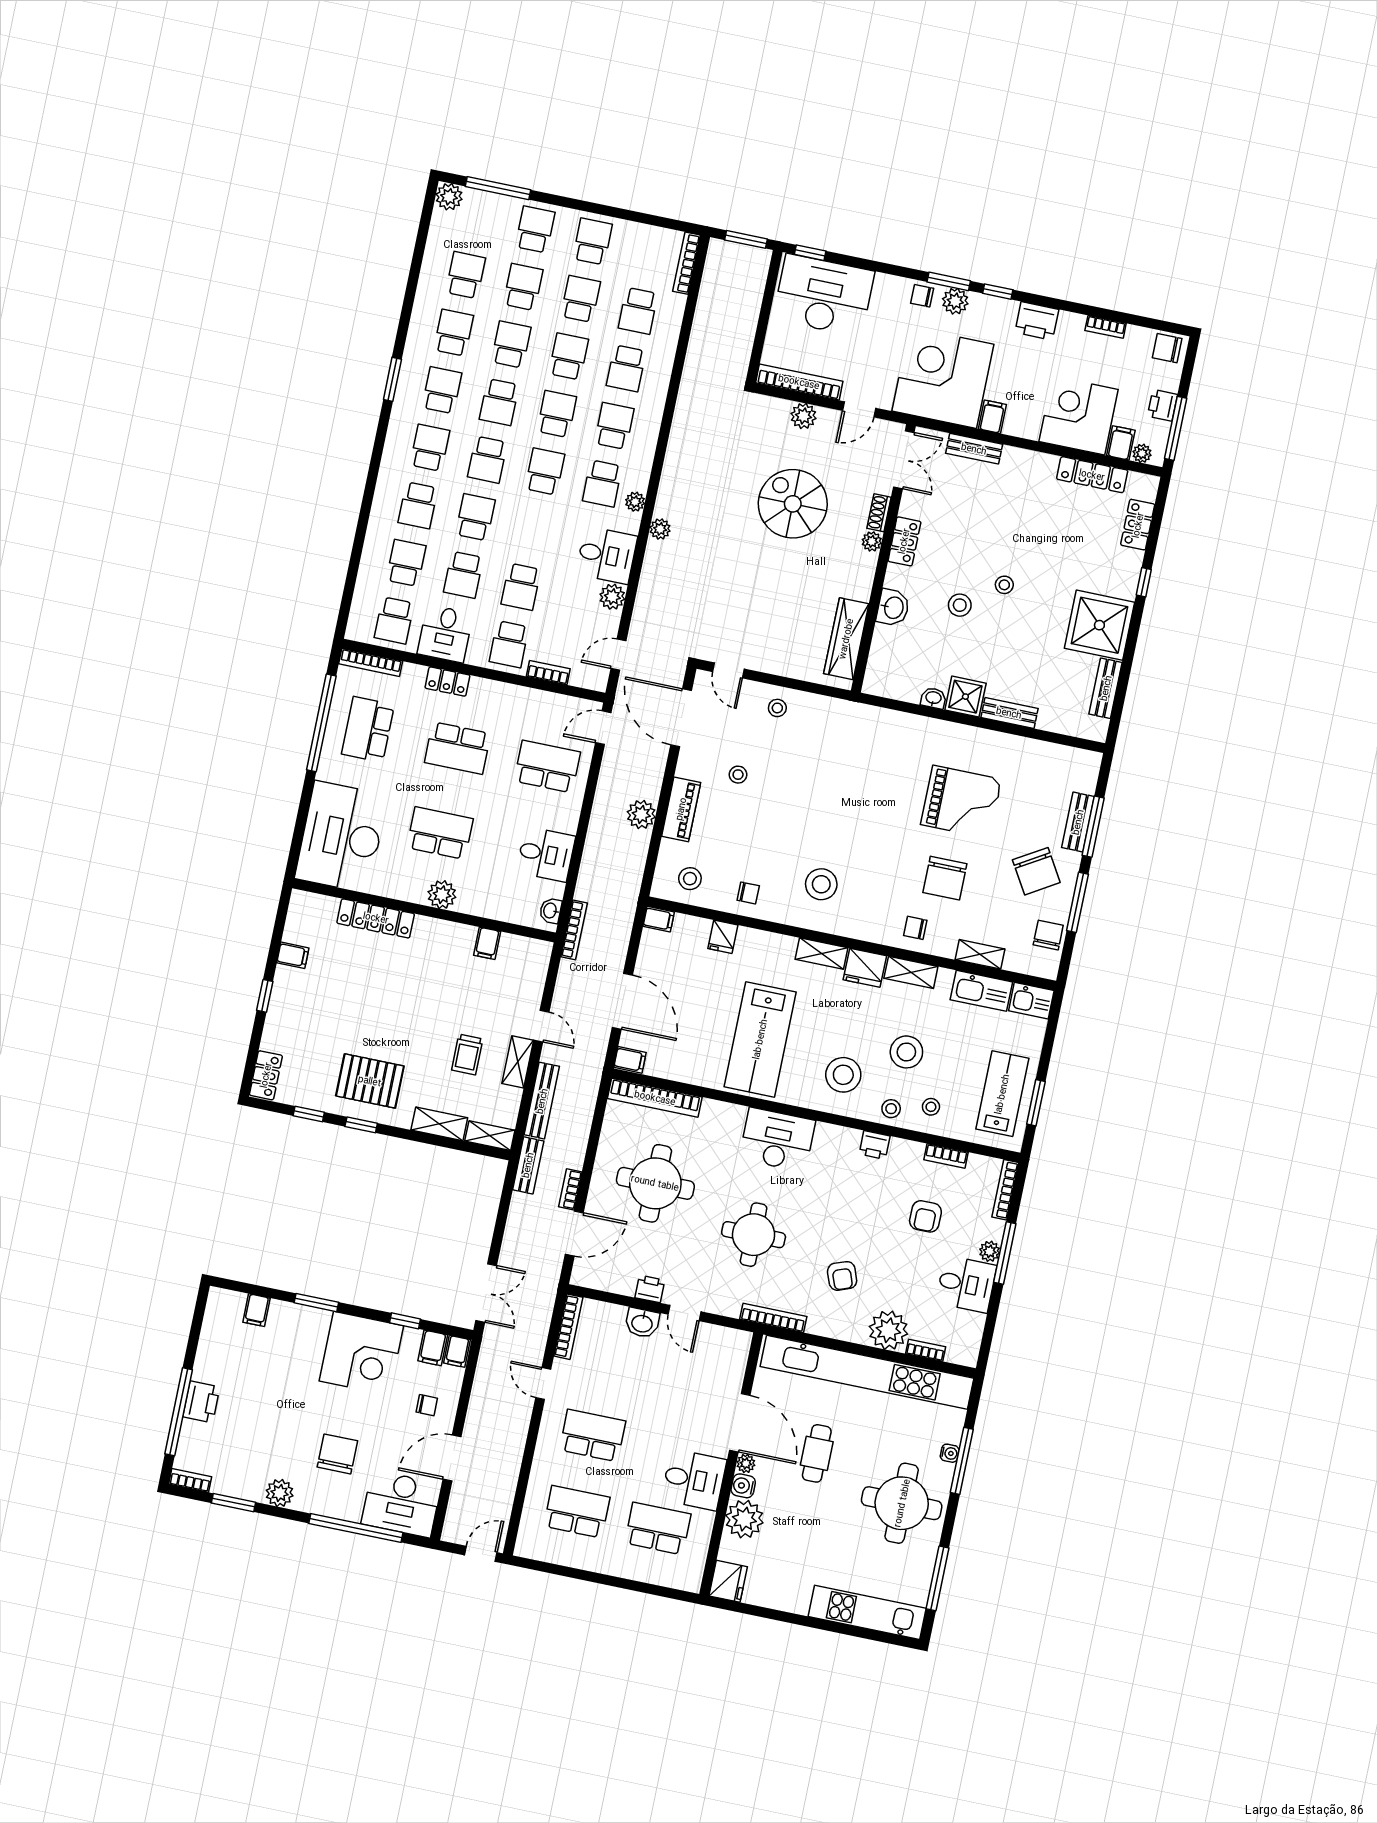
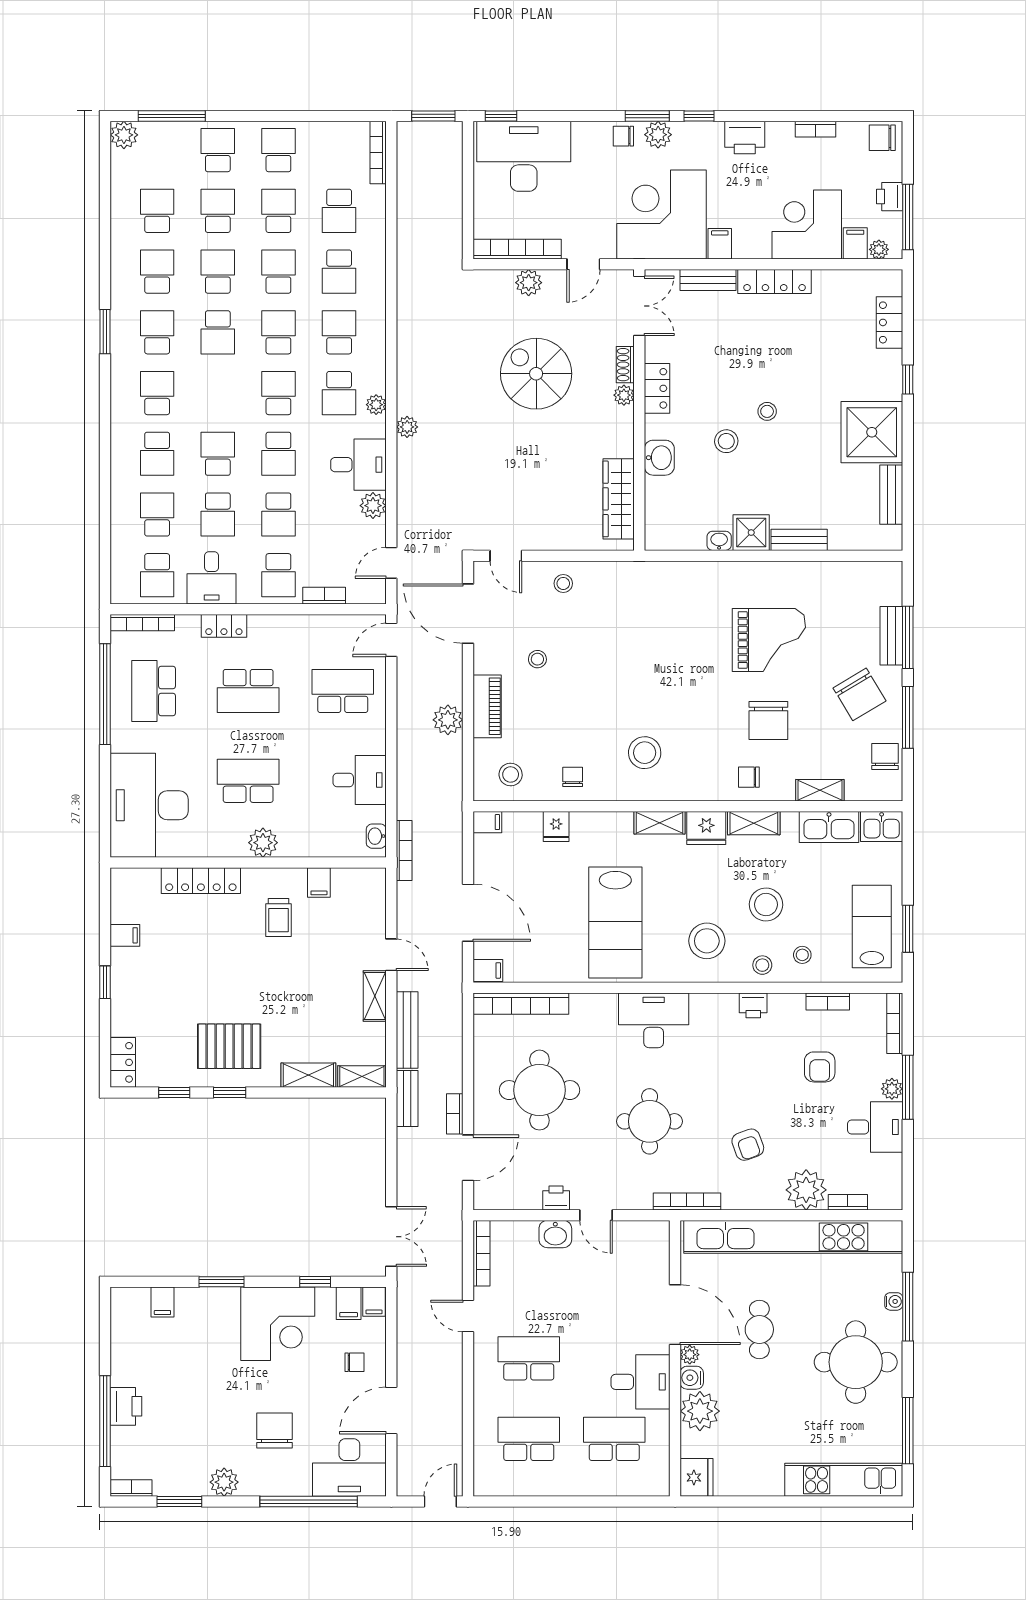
school desk: (487, 460) -> (278, 454), moved
locker: (1092, 475) -> (775, 281), moved
chair: (748, 893) -> (573, 777), turned -90
trolley: (467, 1054) -> (278, 917), moved

